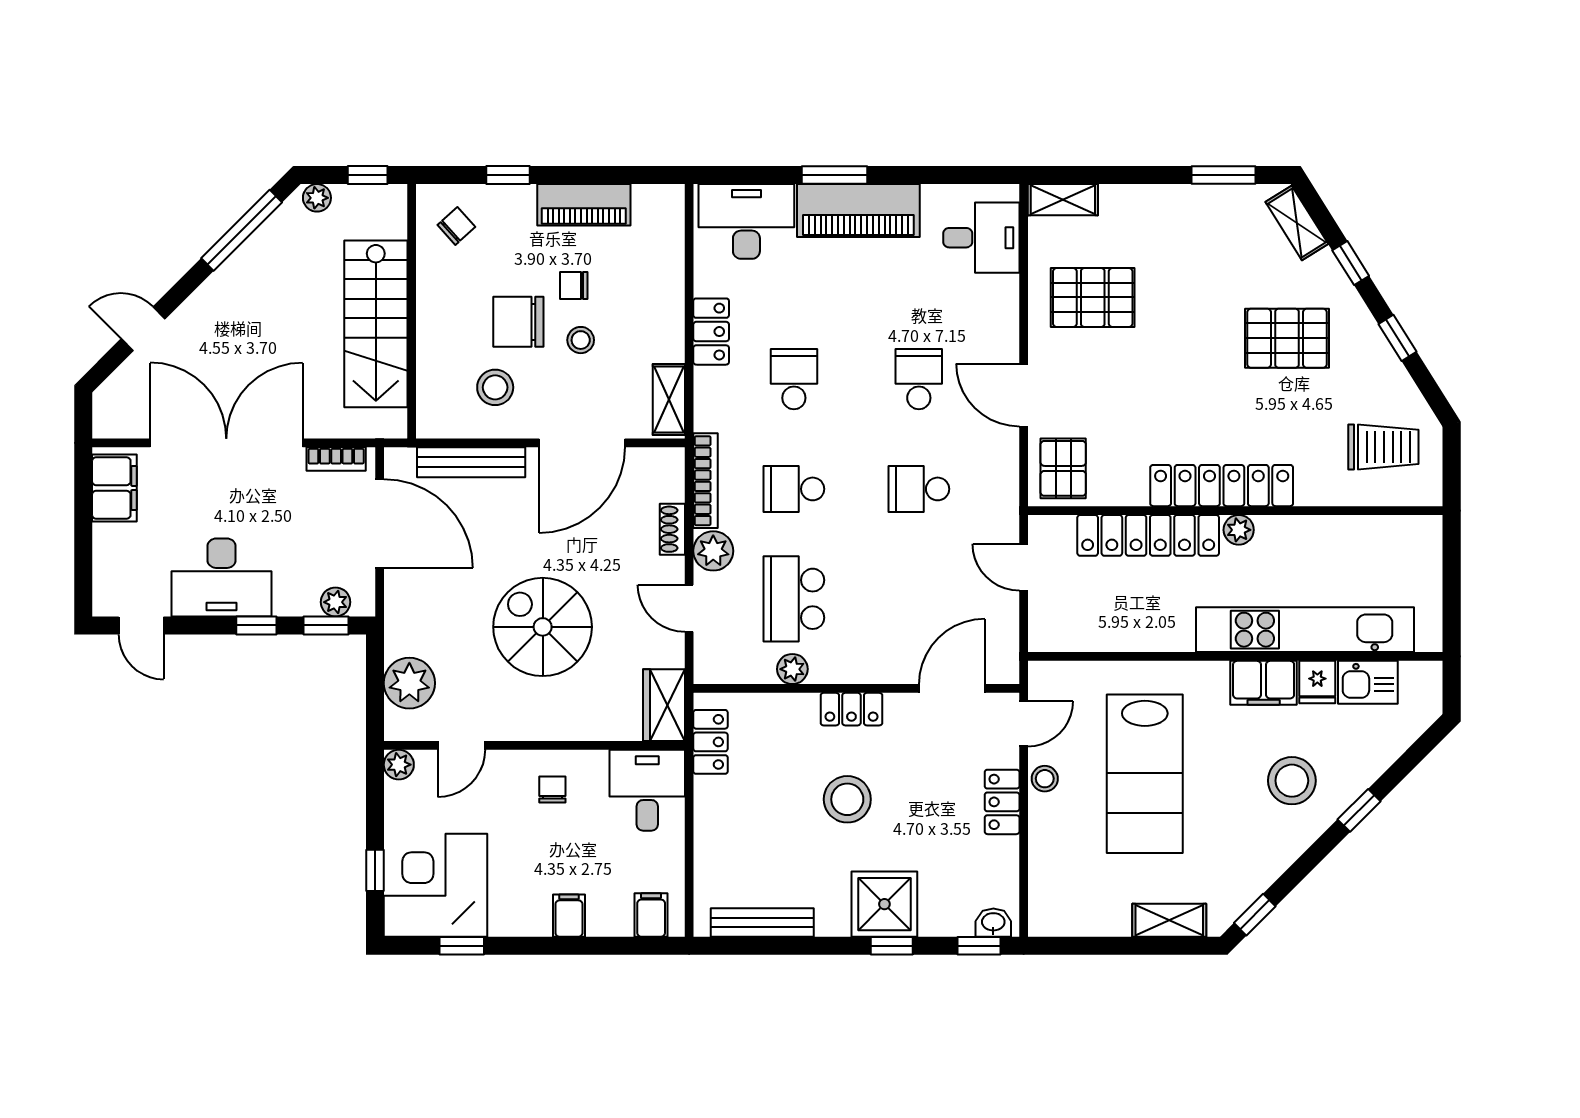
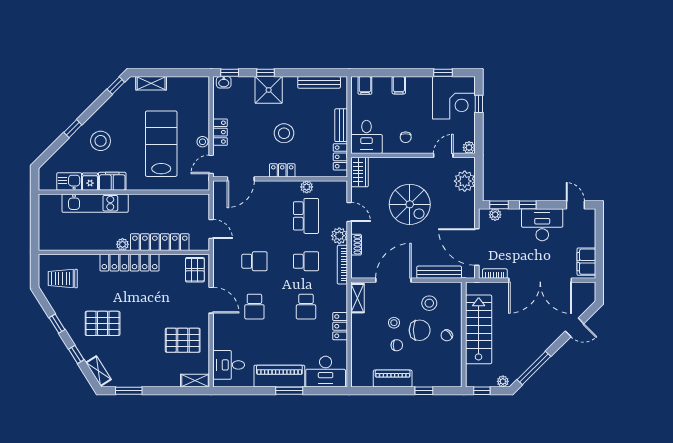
chair: (456, 226) -> (447, 335), moved
kitchen unit: (1305, 630) -> (95, 203), width x0.73
bench: (709, 819) -> (341, 125), added

